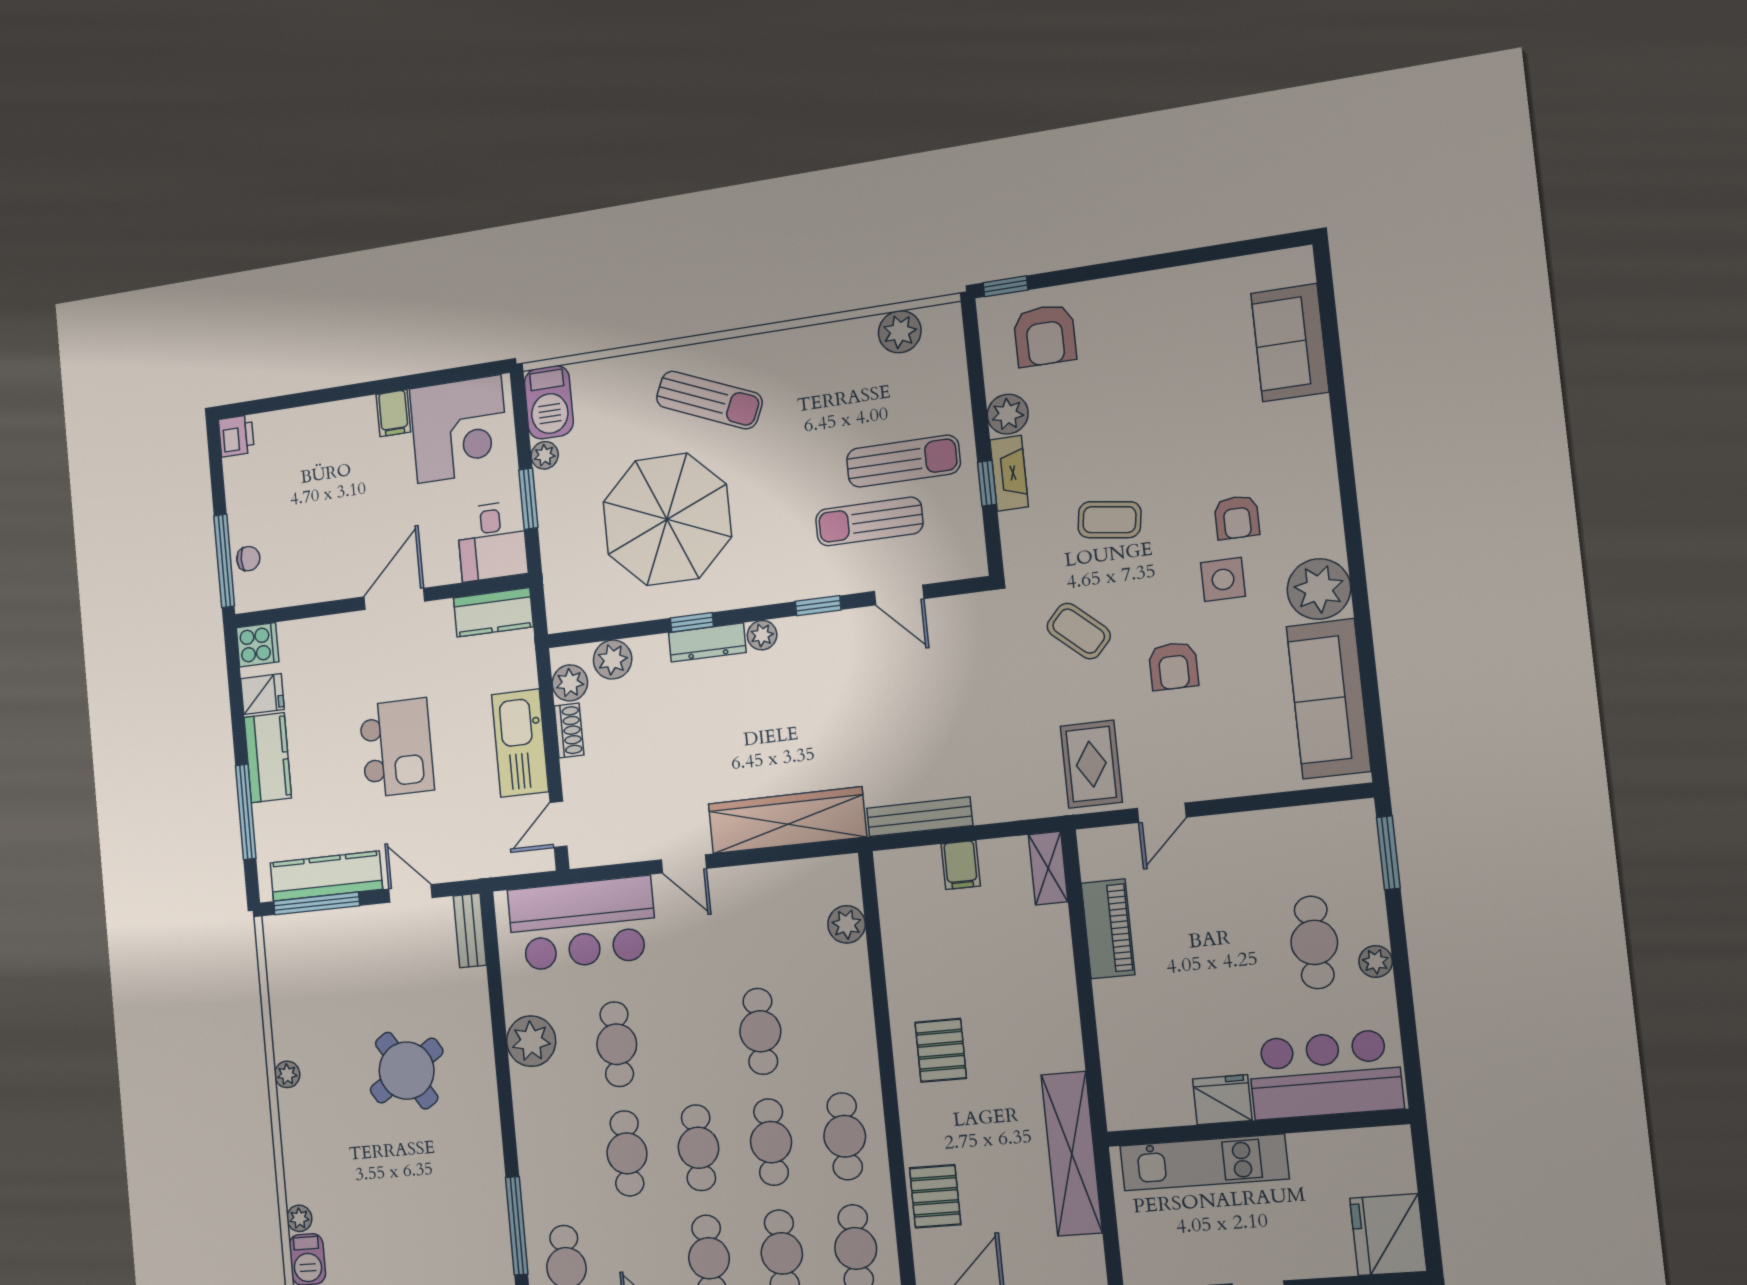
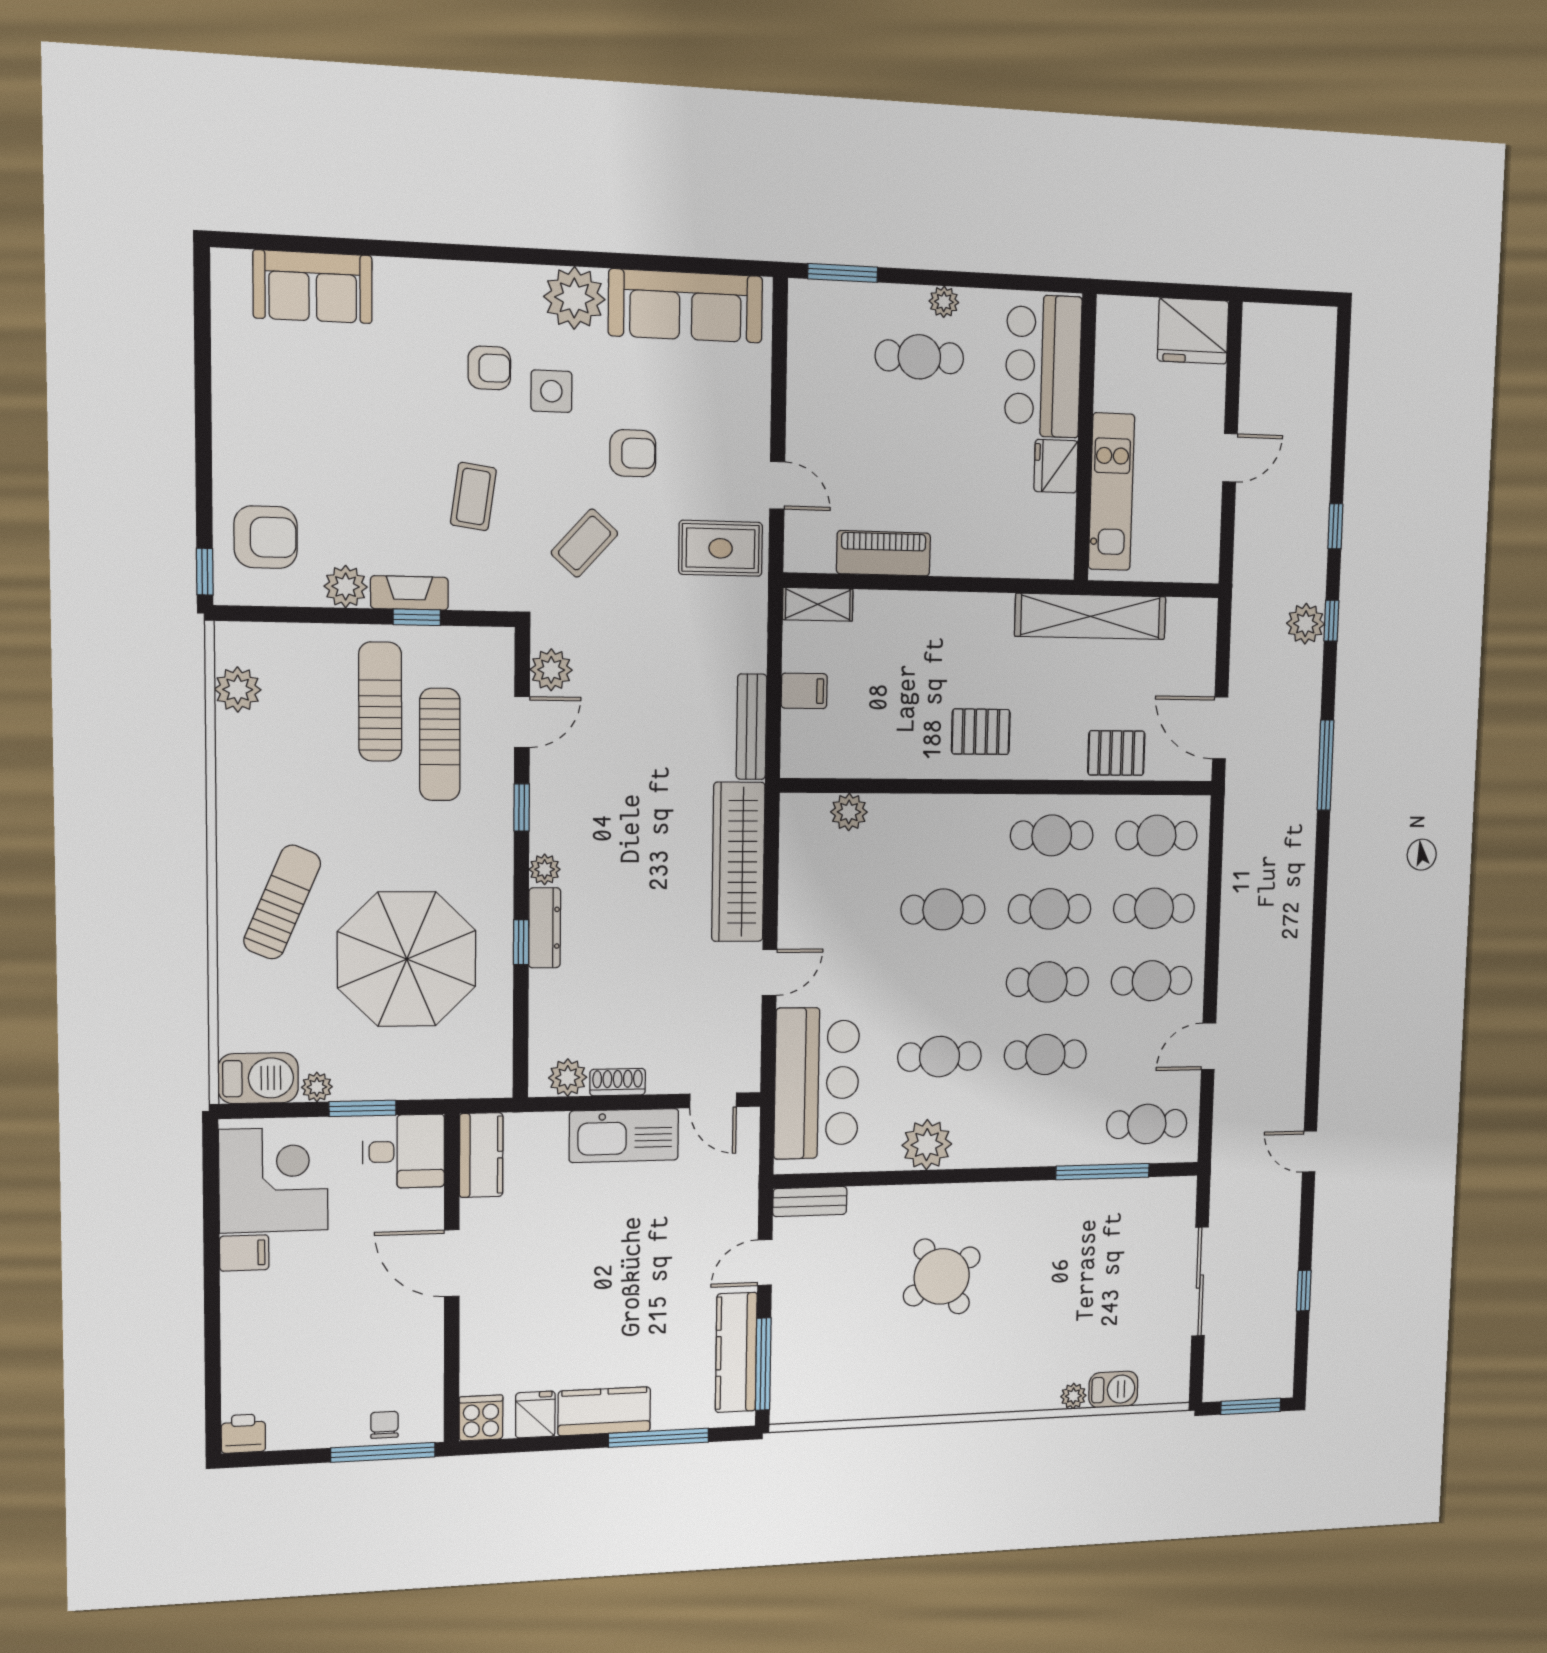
plant: (613, 660) -> (551, 670), moved
kitchen island: (397, 748) -> (612, 1269), removed
plant: (287, 1074) -> (932, 1403), removed

